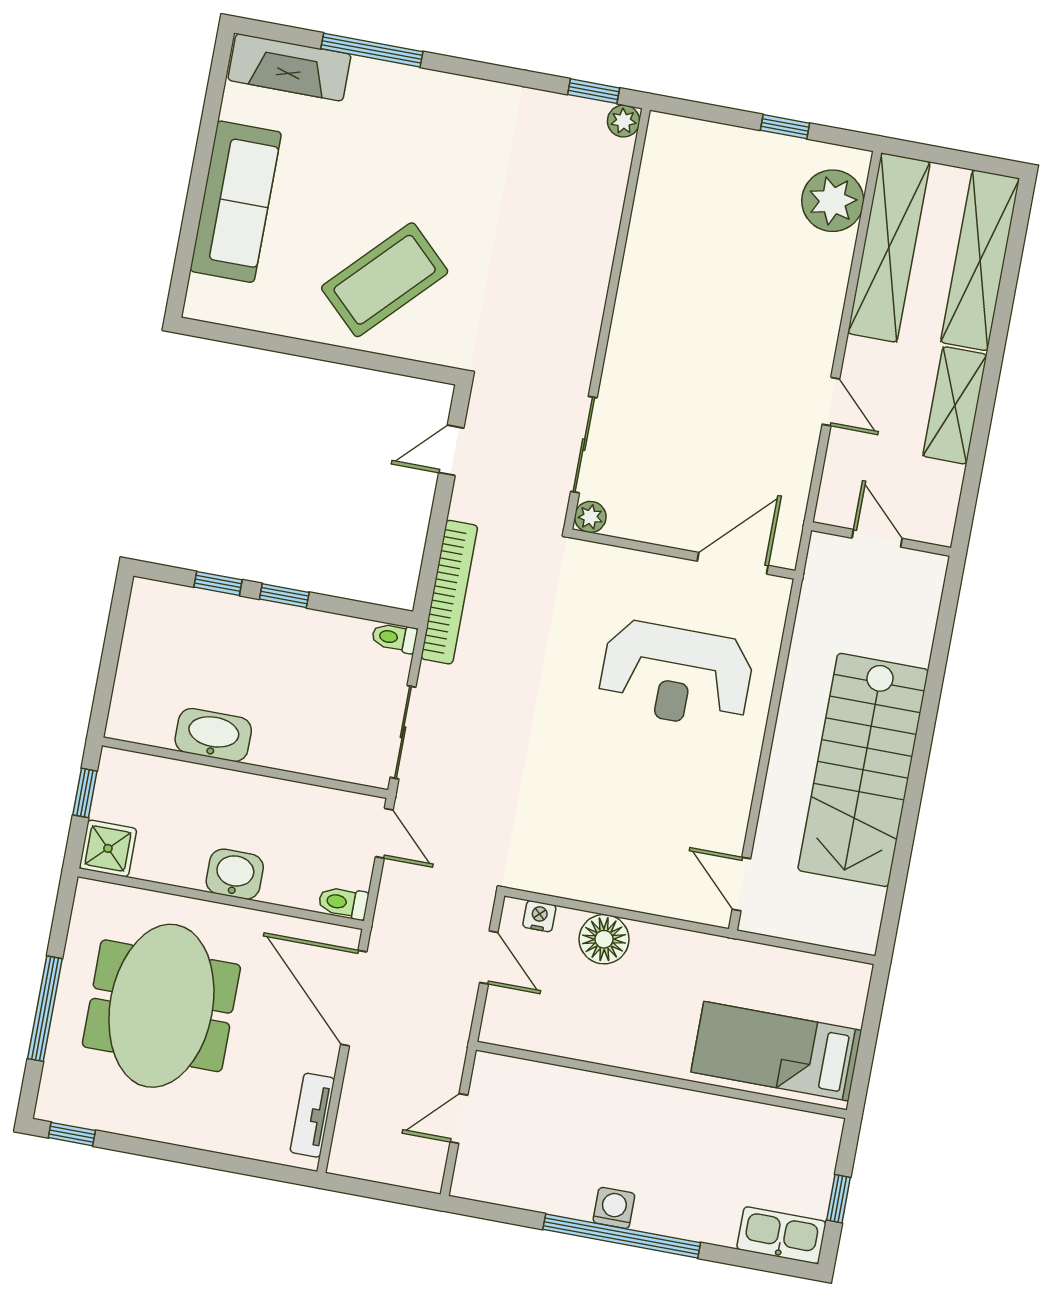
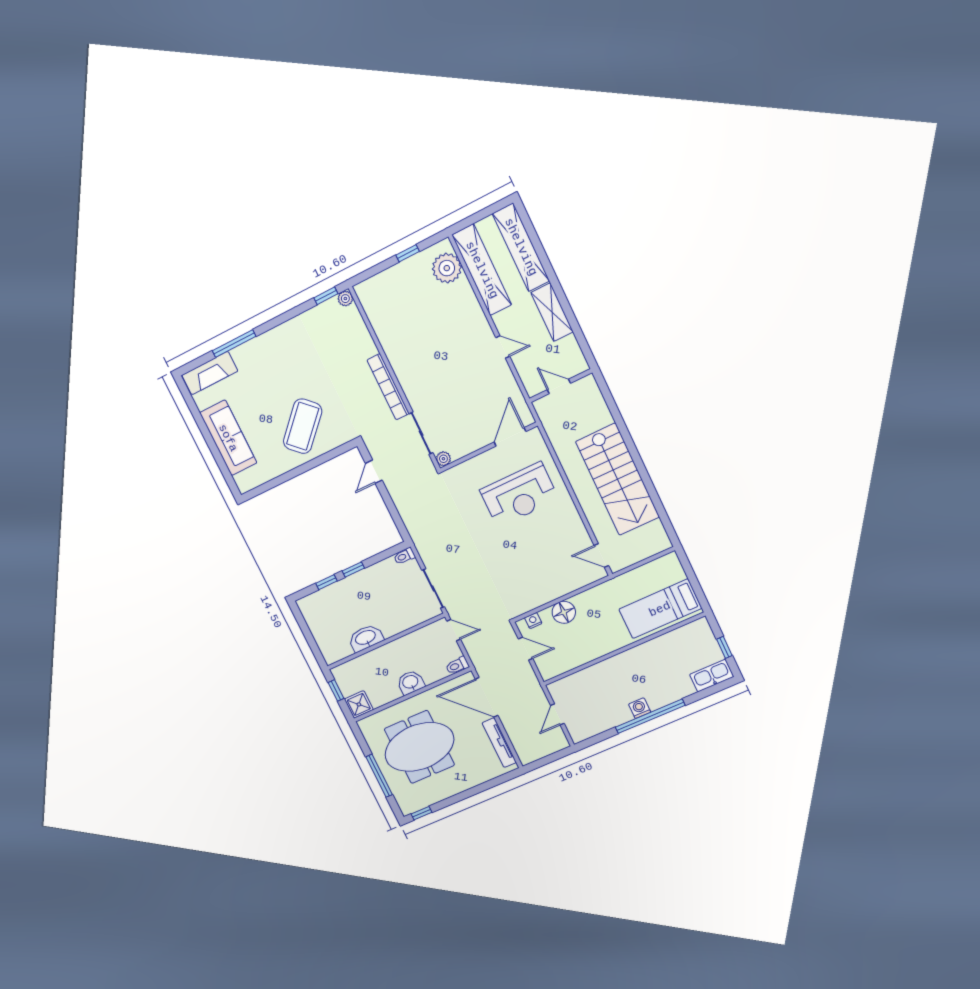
bookcase: (449, 592) -> (388, 387), moved, turned 180
meeting table: (161, 1006) -> (419, 747), turned 90
tv unit: (312, 1115) -> (499, 743), width x1.41

